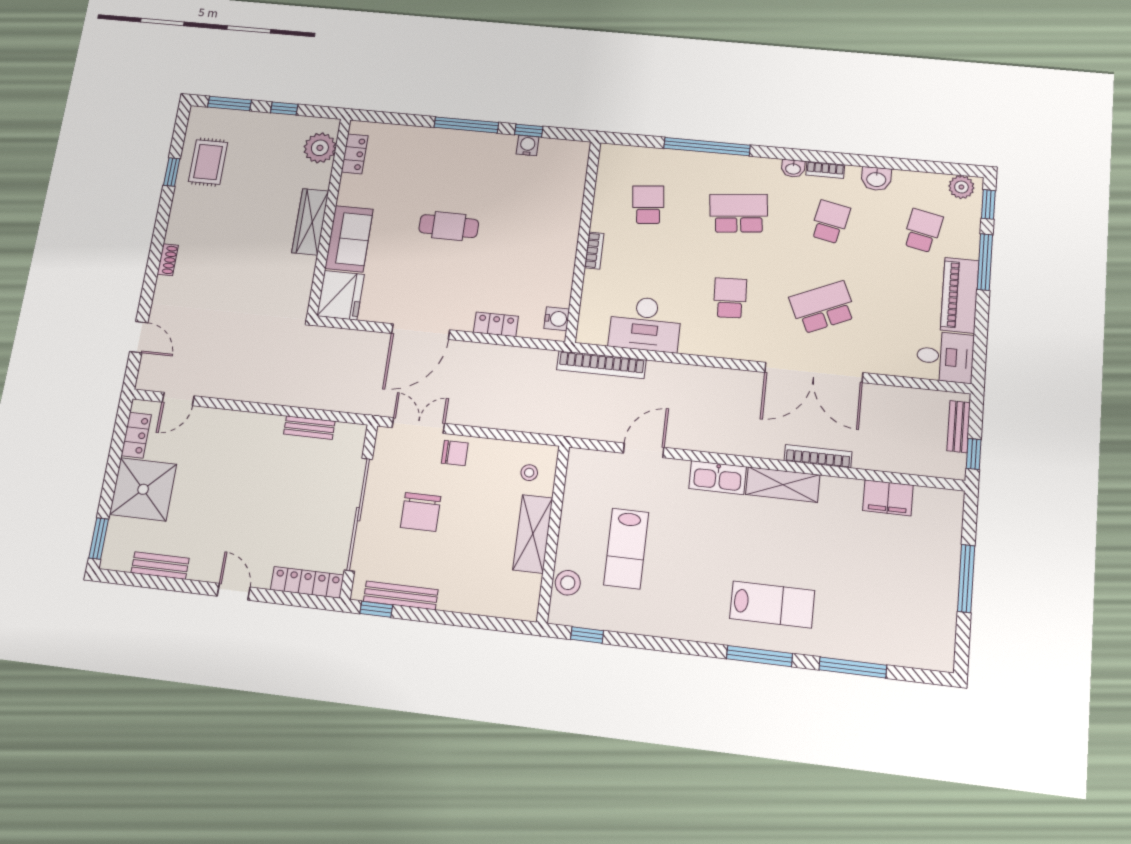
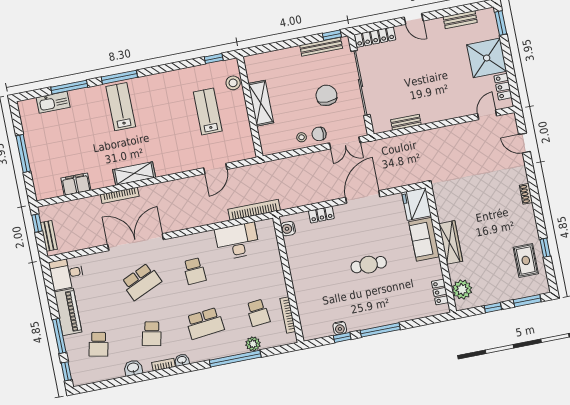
plant: (961, 187) -> (253, 344), moved
bookcase: (594, 251) -> (288, 315), moved, width x1.56
stool: (529, 473) -> (302, 137), moved
kitchen sink: (718, 478) -> (53, 102), moved, turned 180
lab bench: (772, 604) -> (121, 107), turned 90

